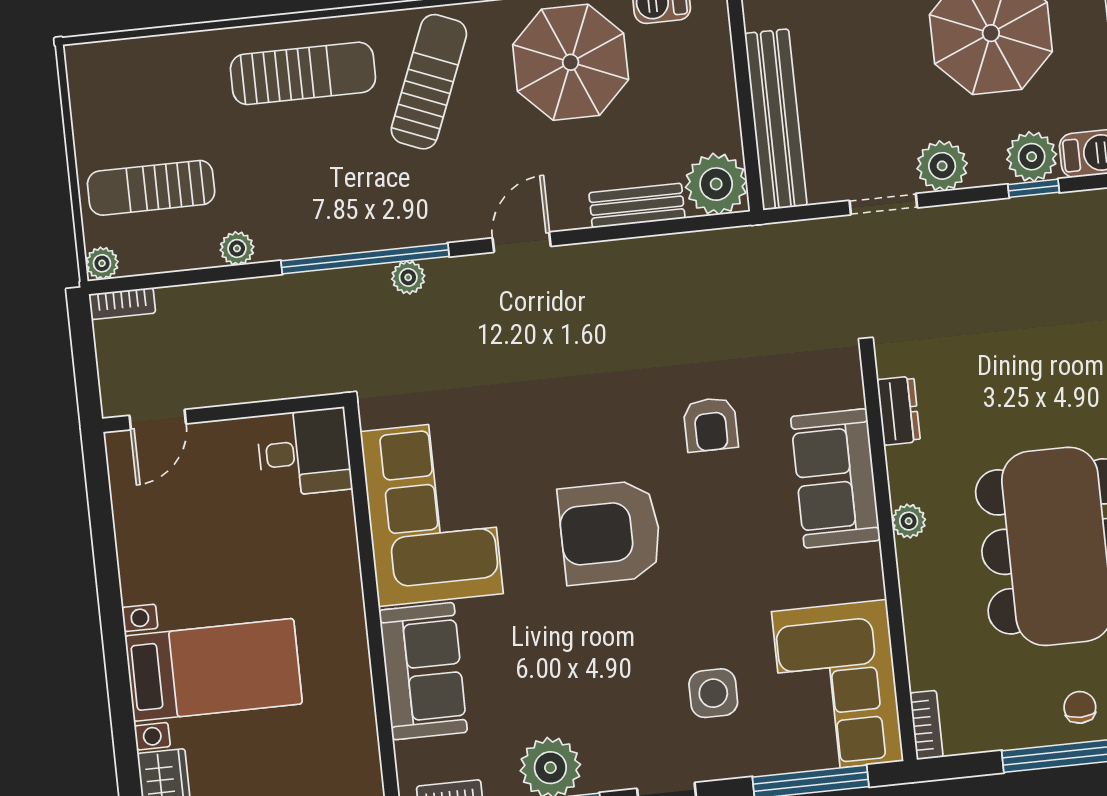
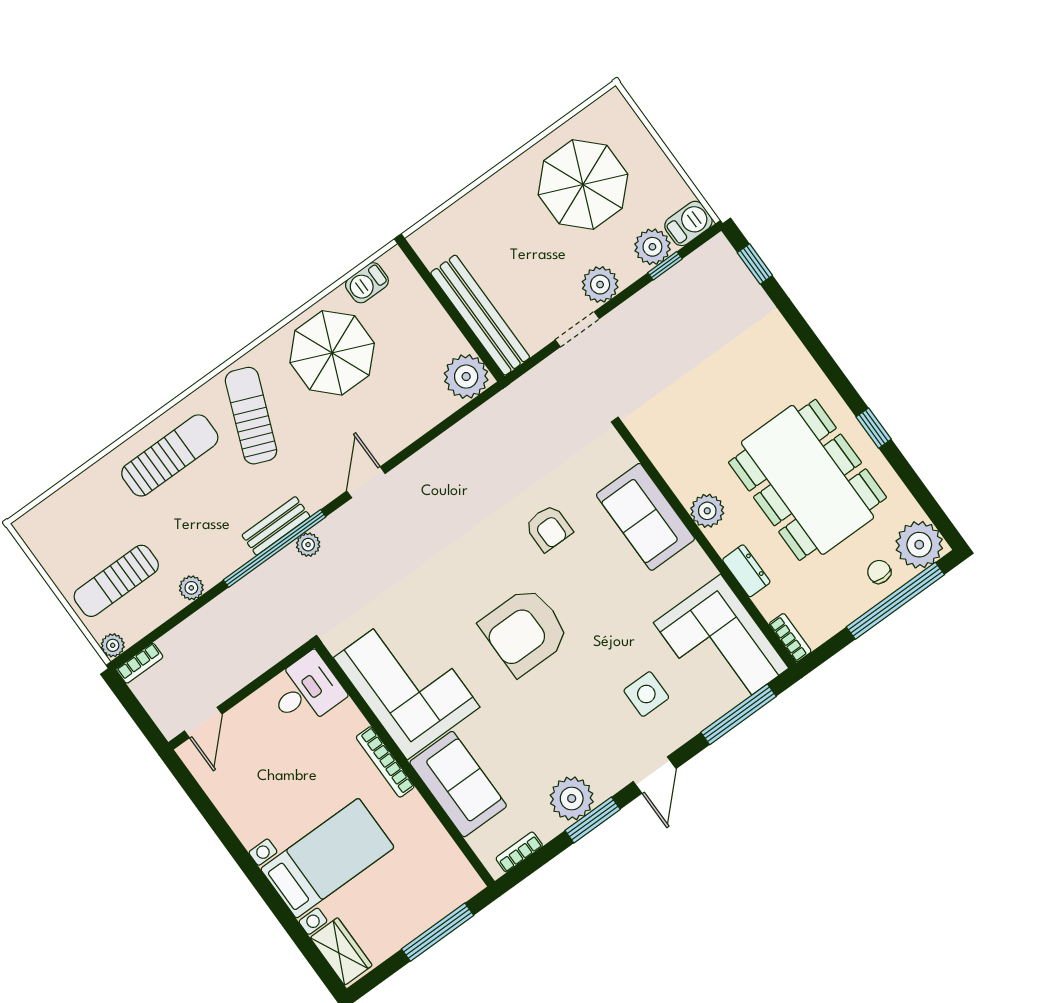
bench: (637, 206) -> (276, 526), moved
dresser: (899, 411) -> (746, 571), moved
plant: (909, 521) -> (707, 511), width x1.38, depth x1.38
bookcase: (350, 594) -> (385, 762), added

